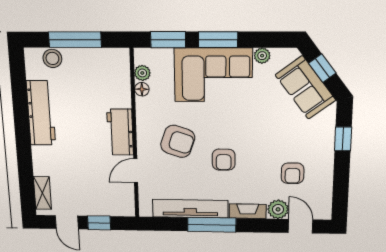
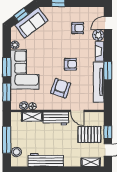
shelving: (122, 88) -> (32, 117), added
pallet: (93, 191) -> (89, 134), added
window: (212, 225) -> (108, 71), width x0.69

